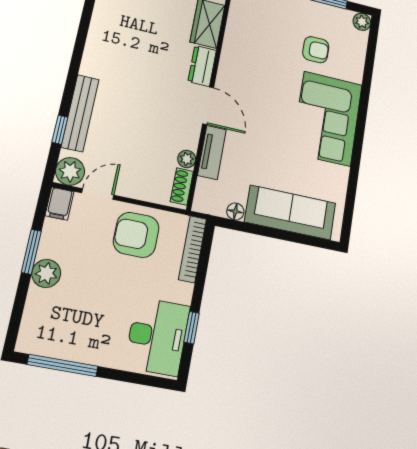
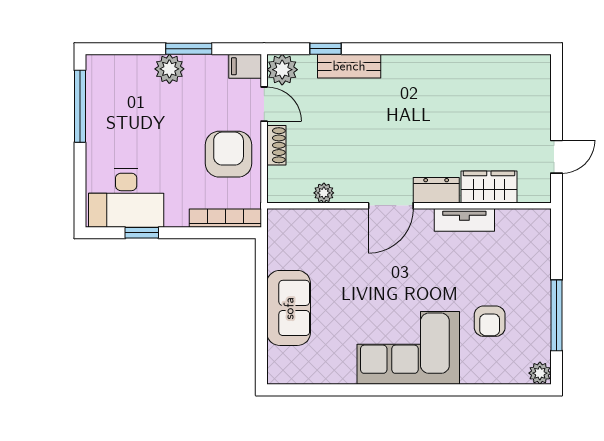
bench: (80, 113) -> (349, 66), width x0.73
tv unit: (212, 152) -> (464, 220), moved
shoe rack: (182, 186) -> (276, 145), moved, turned 90
floor lamp: (235, 211) -> (277, 258), removed
sofa: (290, 212) -> (289, 308), width x0.73

